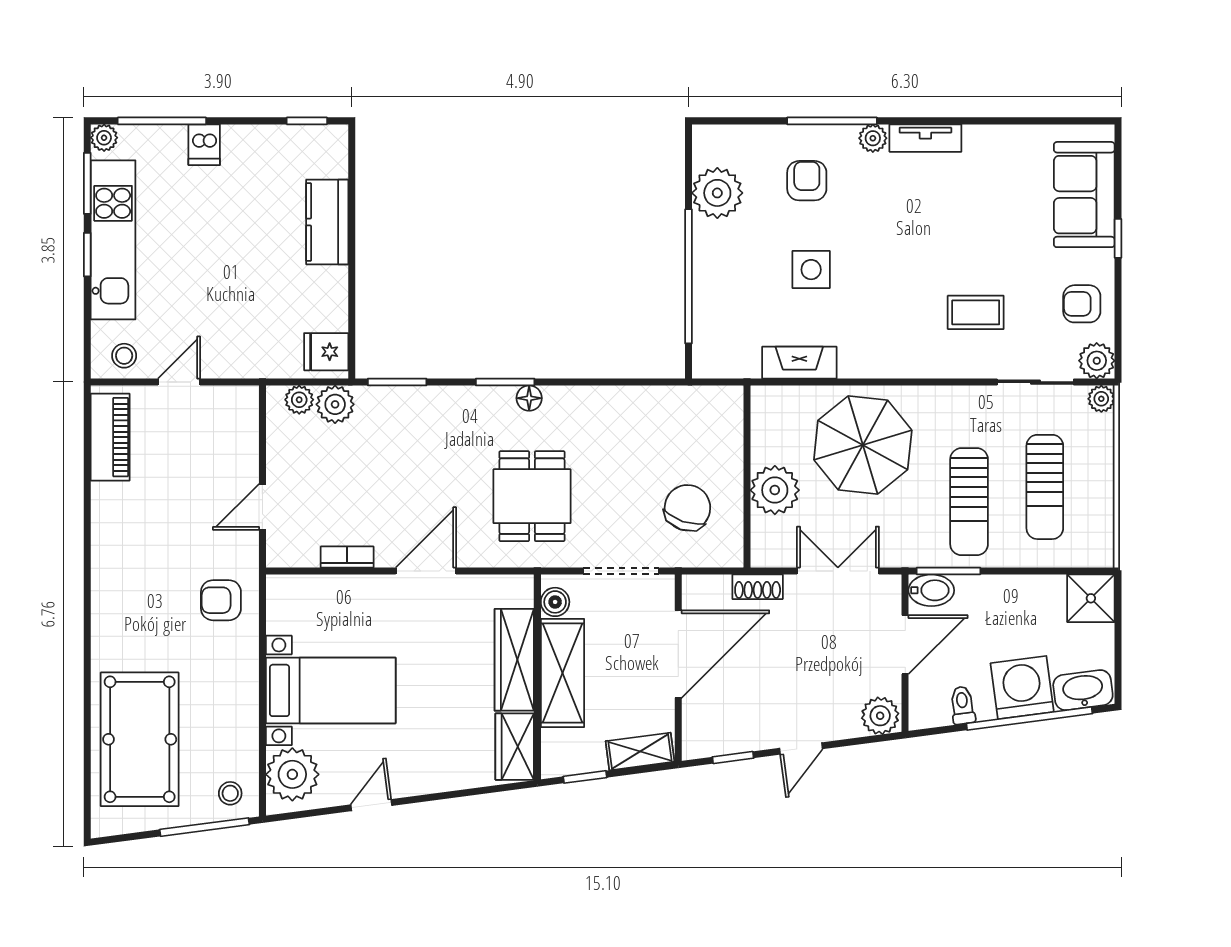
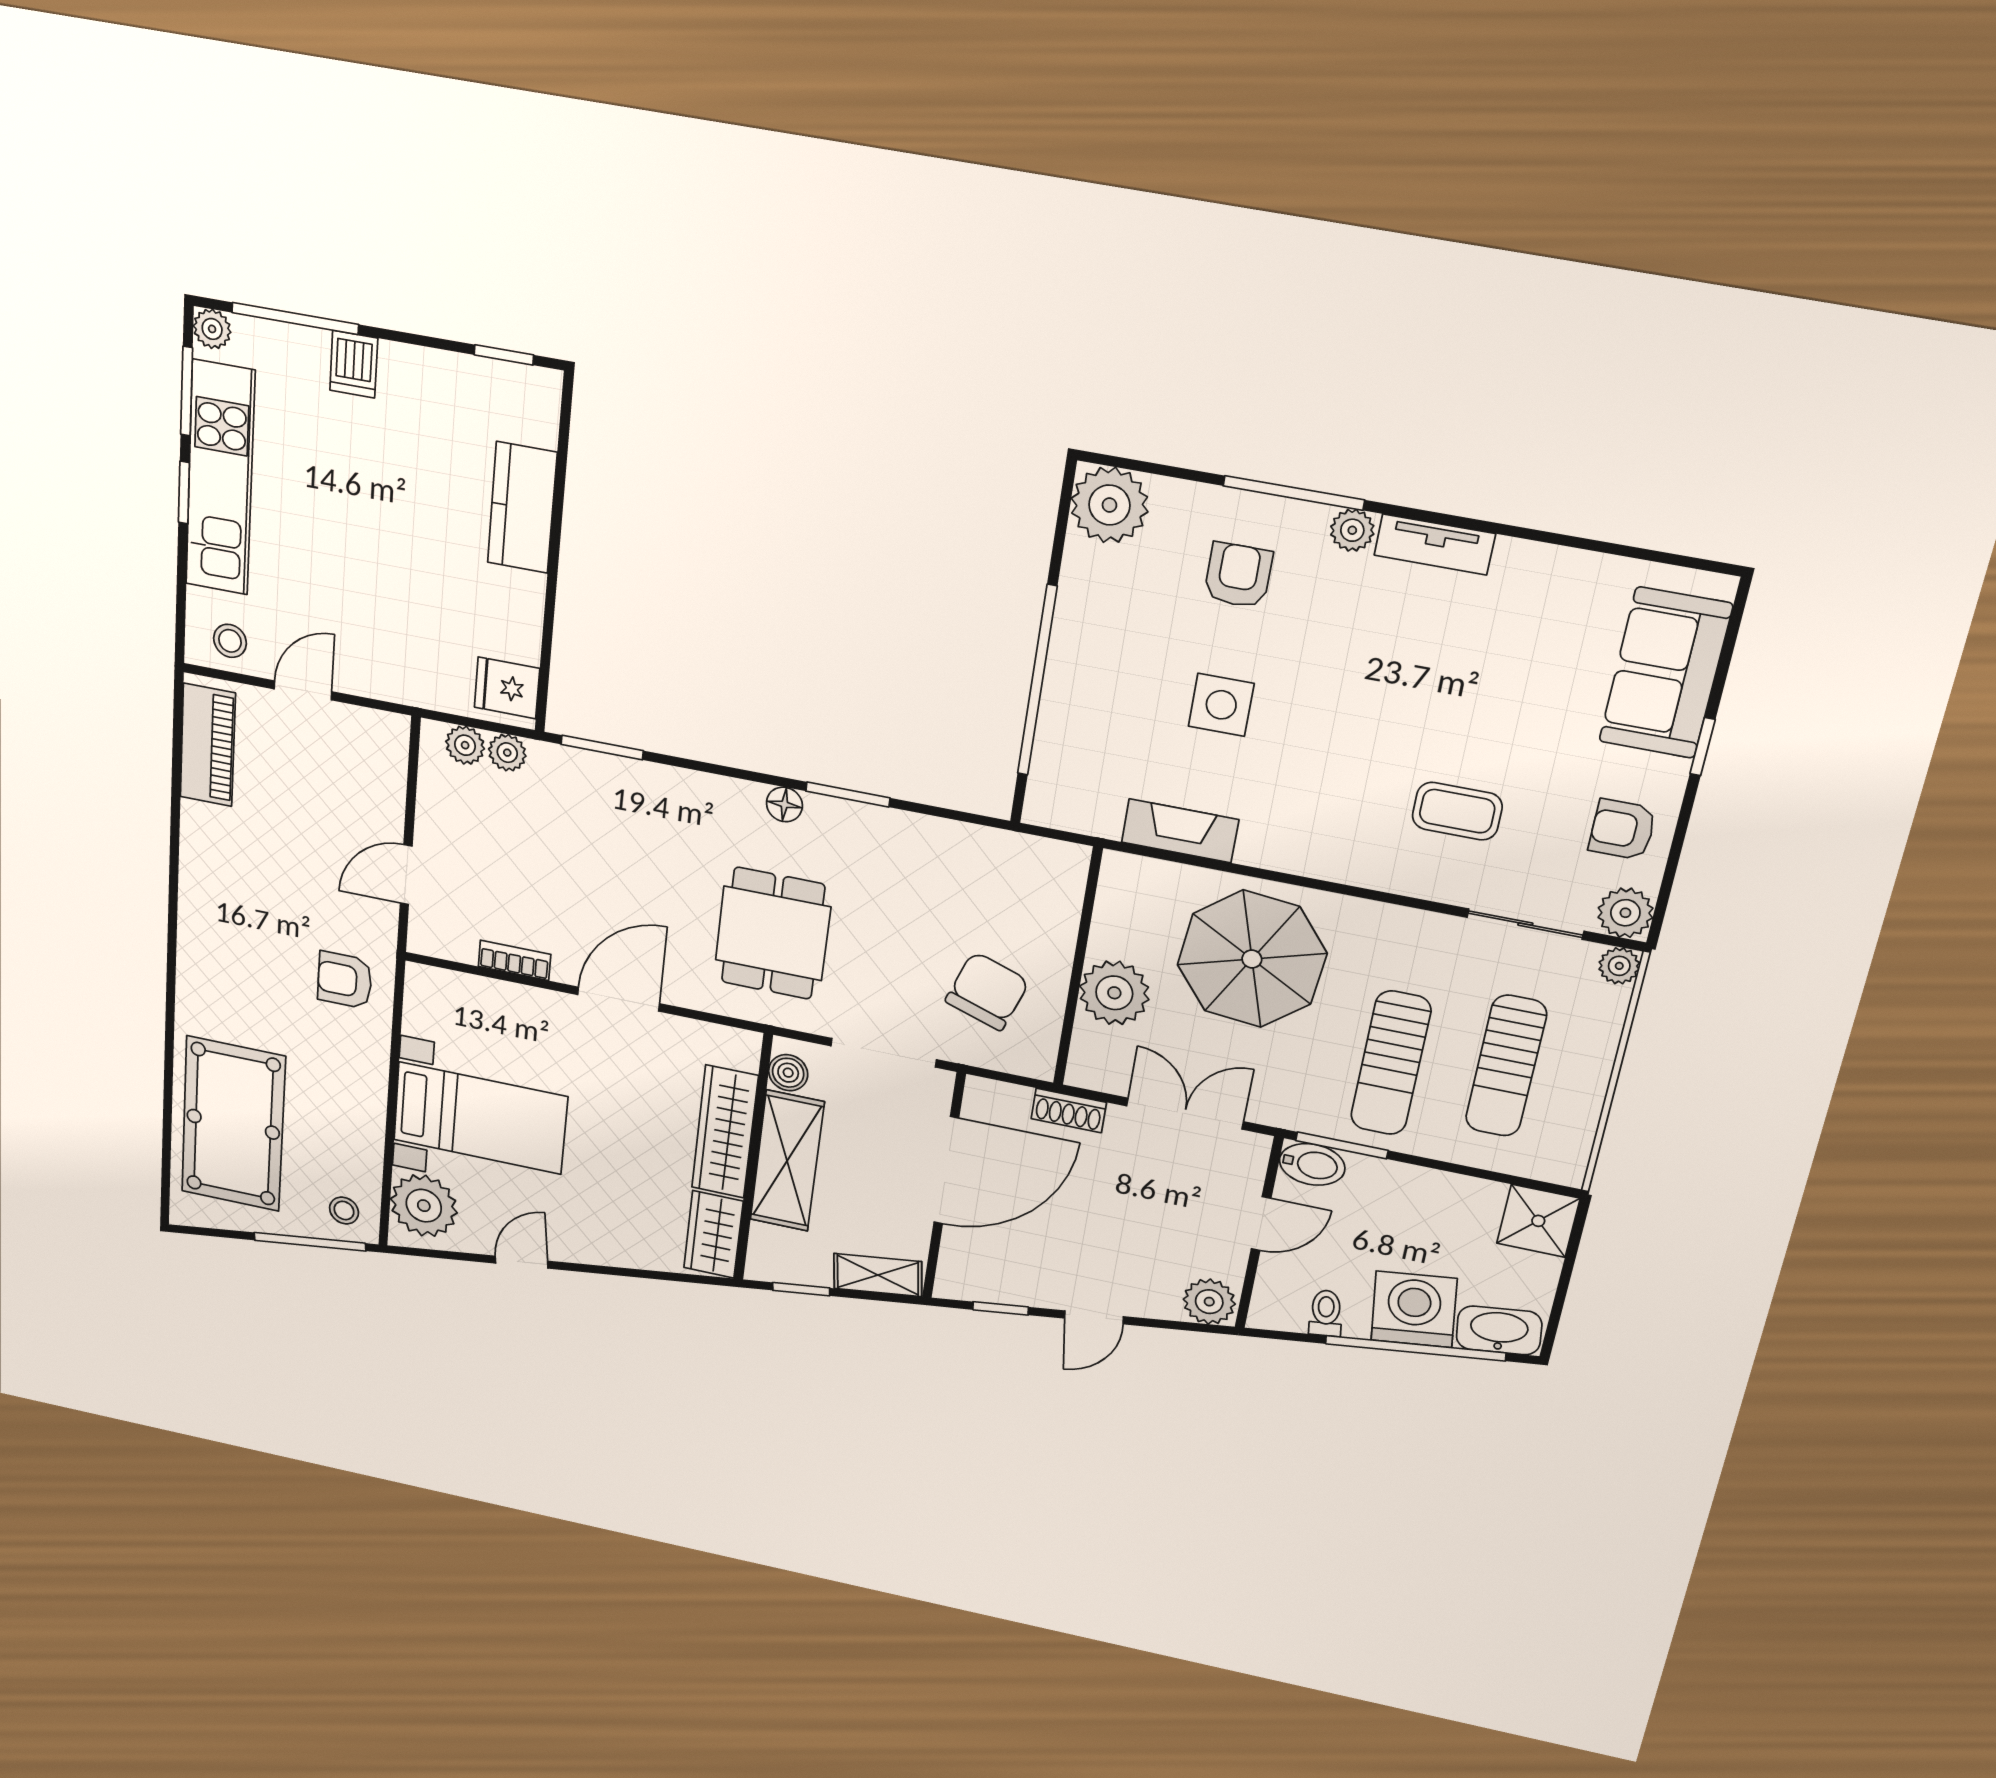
plant: (717, 193) -> (1109, 505), moved
window: (505, 382) -> (848, 795), moved
plant: (335, 404) -> (507, 753), width x0.73, depth x0.73
door: (905, 645) -> (1261, 1224), width x0.73

